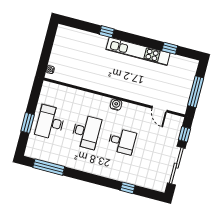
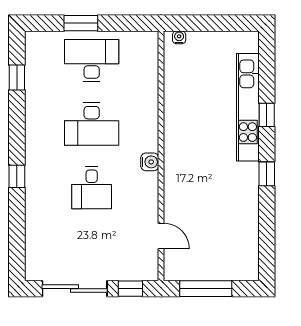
window: (170, 48) -> (267, 174), moved
kitchen unit: (138, 51) -> (248, 107), moved
door: (159, 109) -> (161, 236), swing flipped
window: (49, 167) -> (17, 78), width x0.46
window: (128, 188) -> (17, 176), moved

